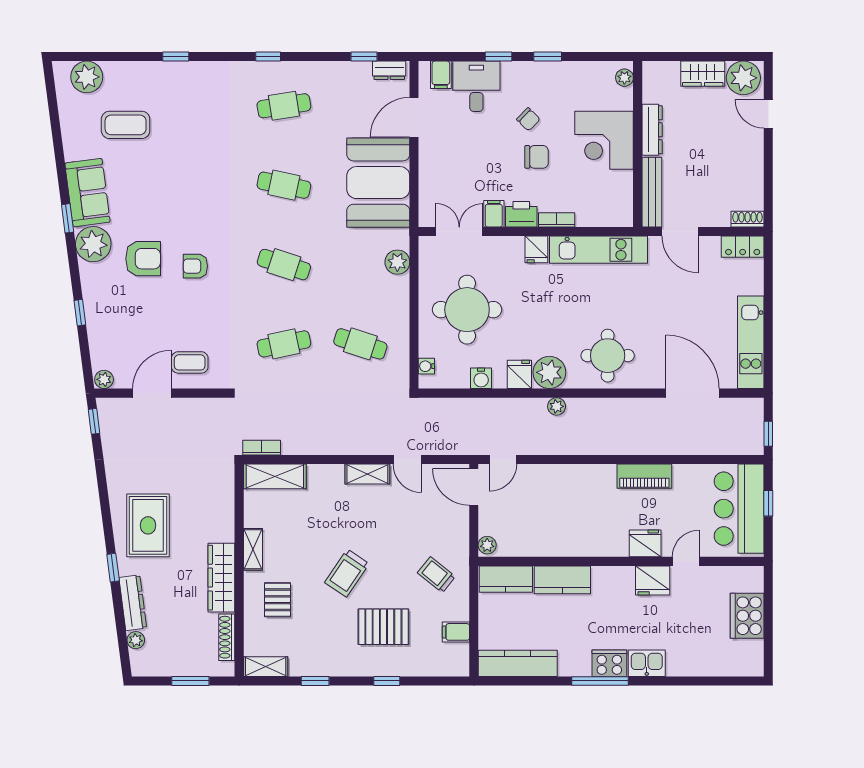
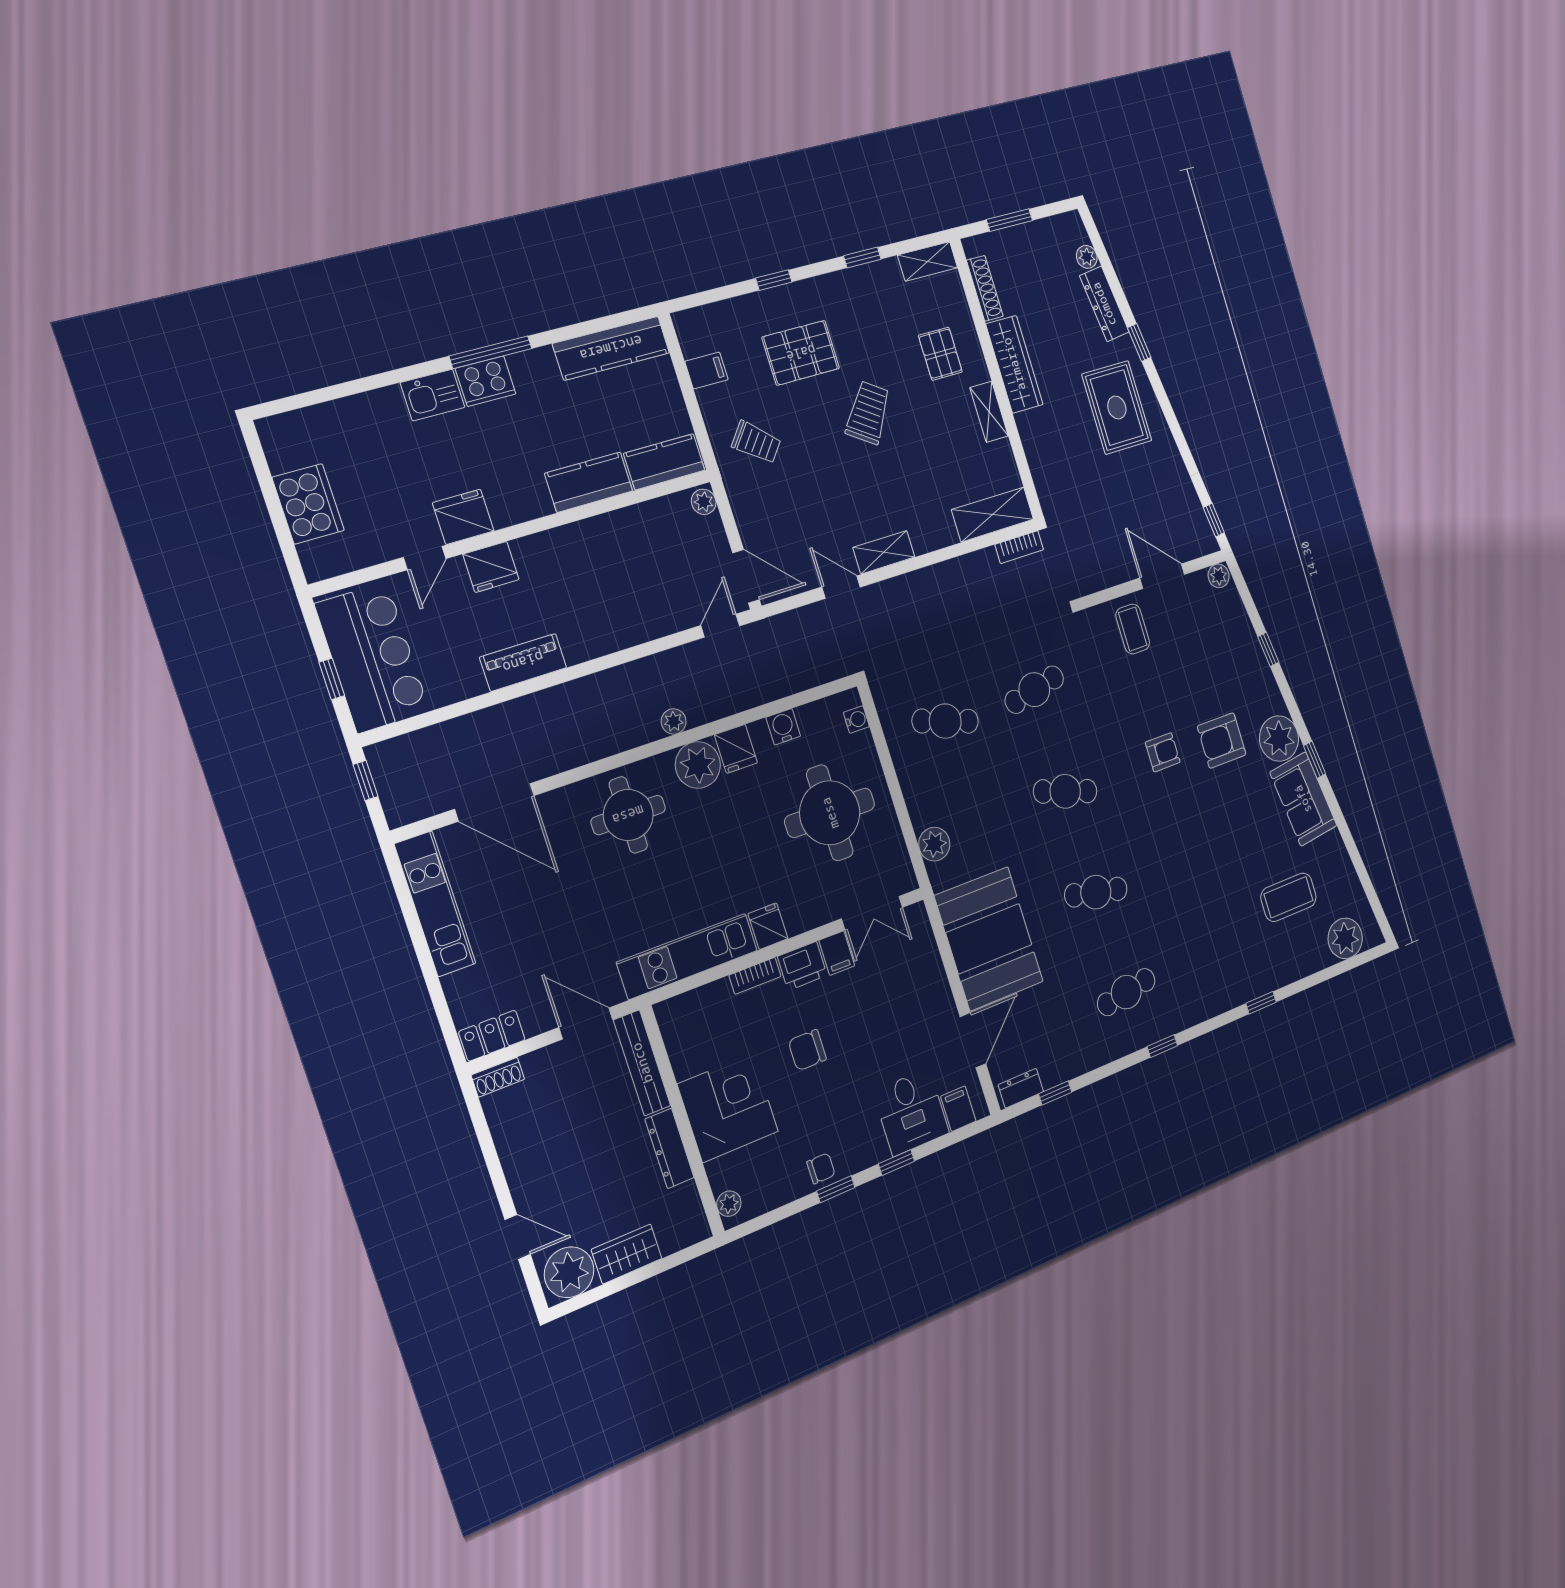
chair: (528, 119) -> (821, 1168), moved, turned 136
coffee table: (190, 362) -> (1133, 629), turned 90
door: (152, 393) -> (1162, 576), swing flipped

